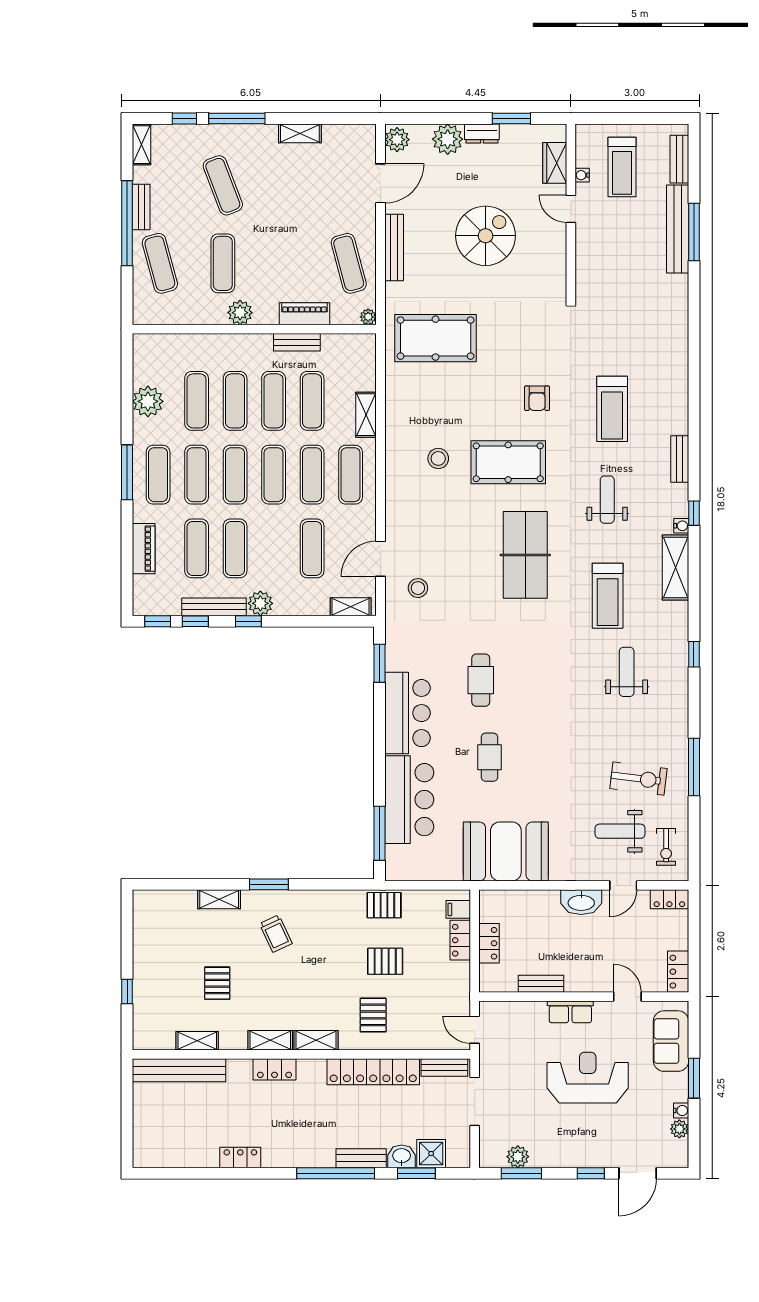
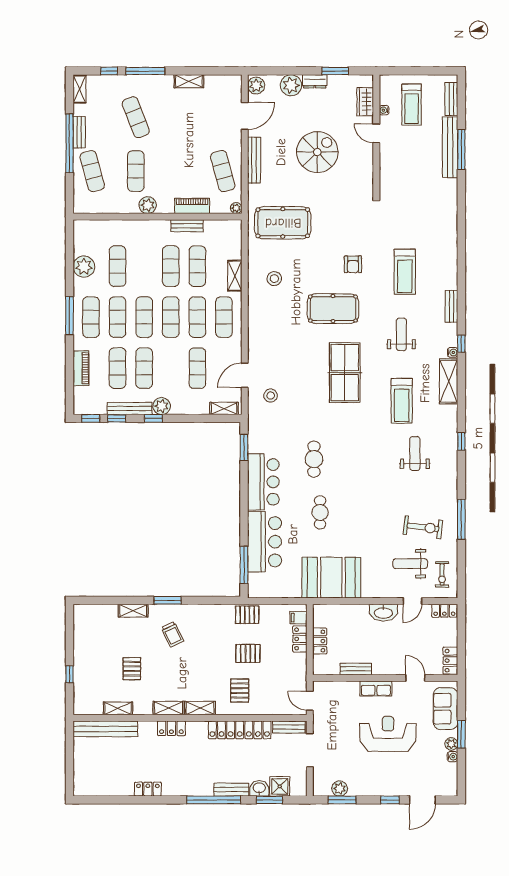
exercise mat: (235, 401) -> (144, 266), removed
stool: (438, 458) -> (274, 279), moved
plant: (679, 1129) -> (451, 744), moved

